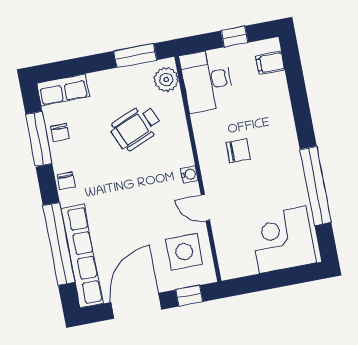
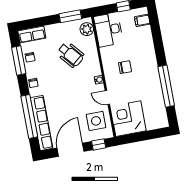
wheelchair: (136, 127) -> (71, 55), turned -107
corner desk: (283, 240) -> (128, 119), moved

